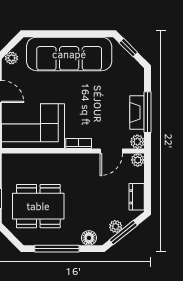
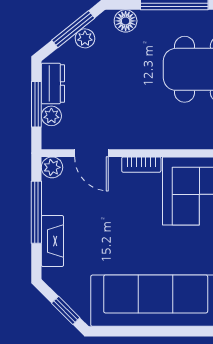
fireplace: (137, 112) -> (52, 241), moved
door: (111, 151) -> (91, 153), swing flipped
plant: (138, 160) -> (51, 116), moved
window: (148, 183) -> (36, 104), added

